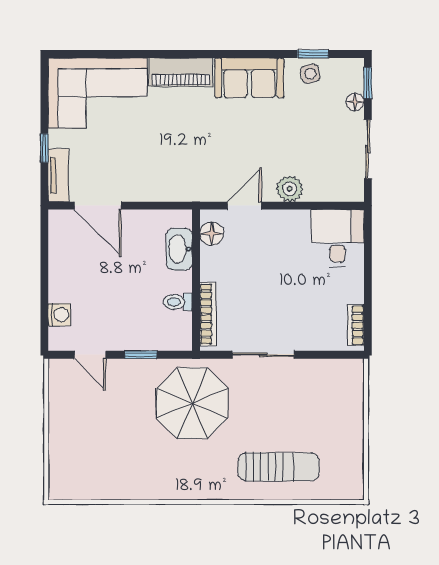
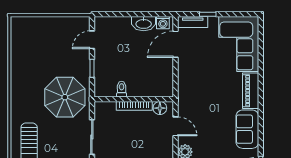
washbasin: (179, 249) -> (144, 24), moved, turned 180
bookcase: (208, 314) -> (134, 106), moved
washing machine: (59, 315) -> (163, 23), moved

